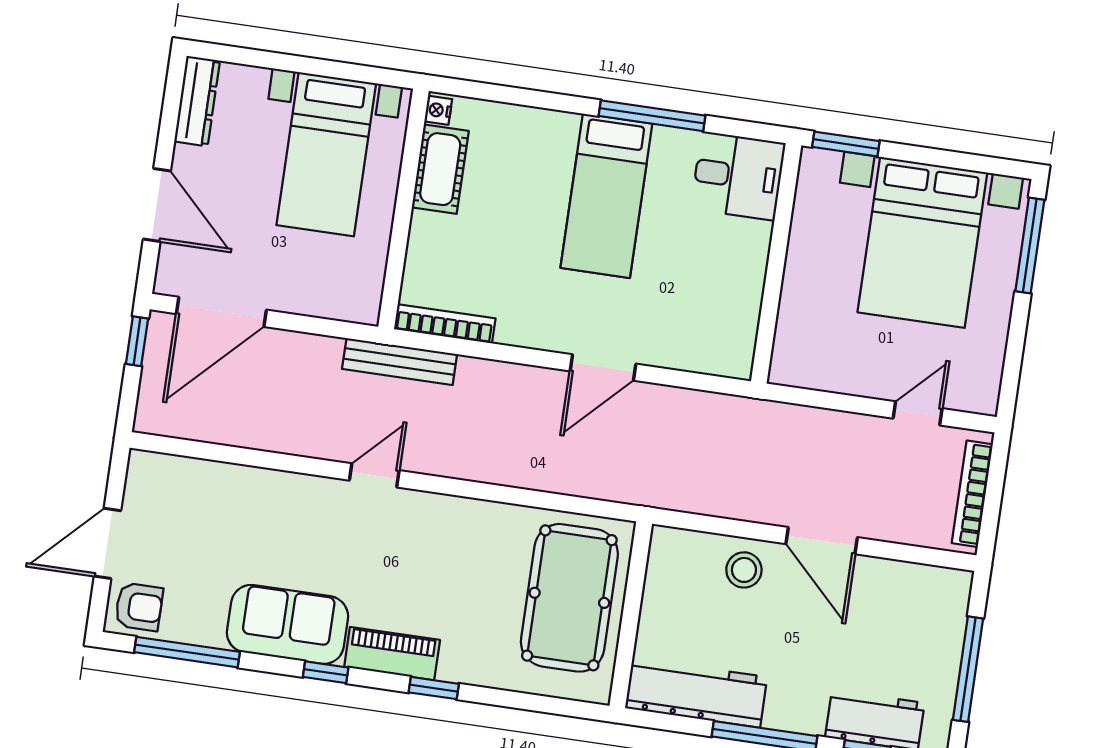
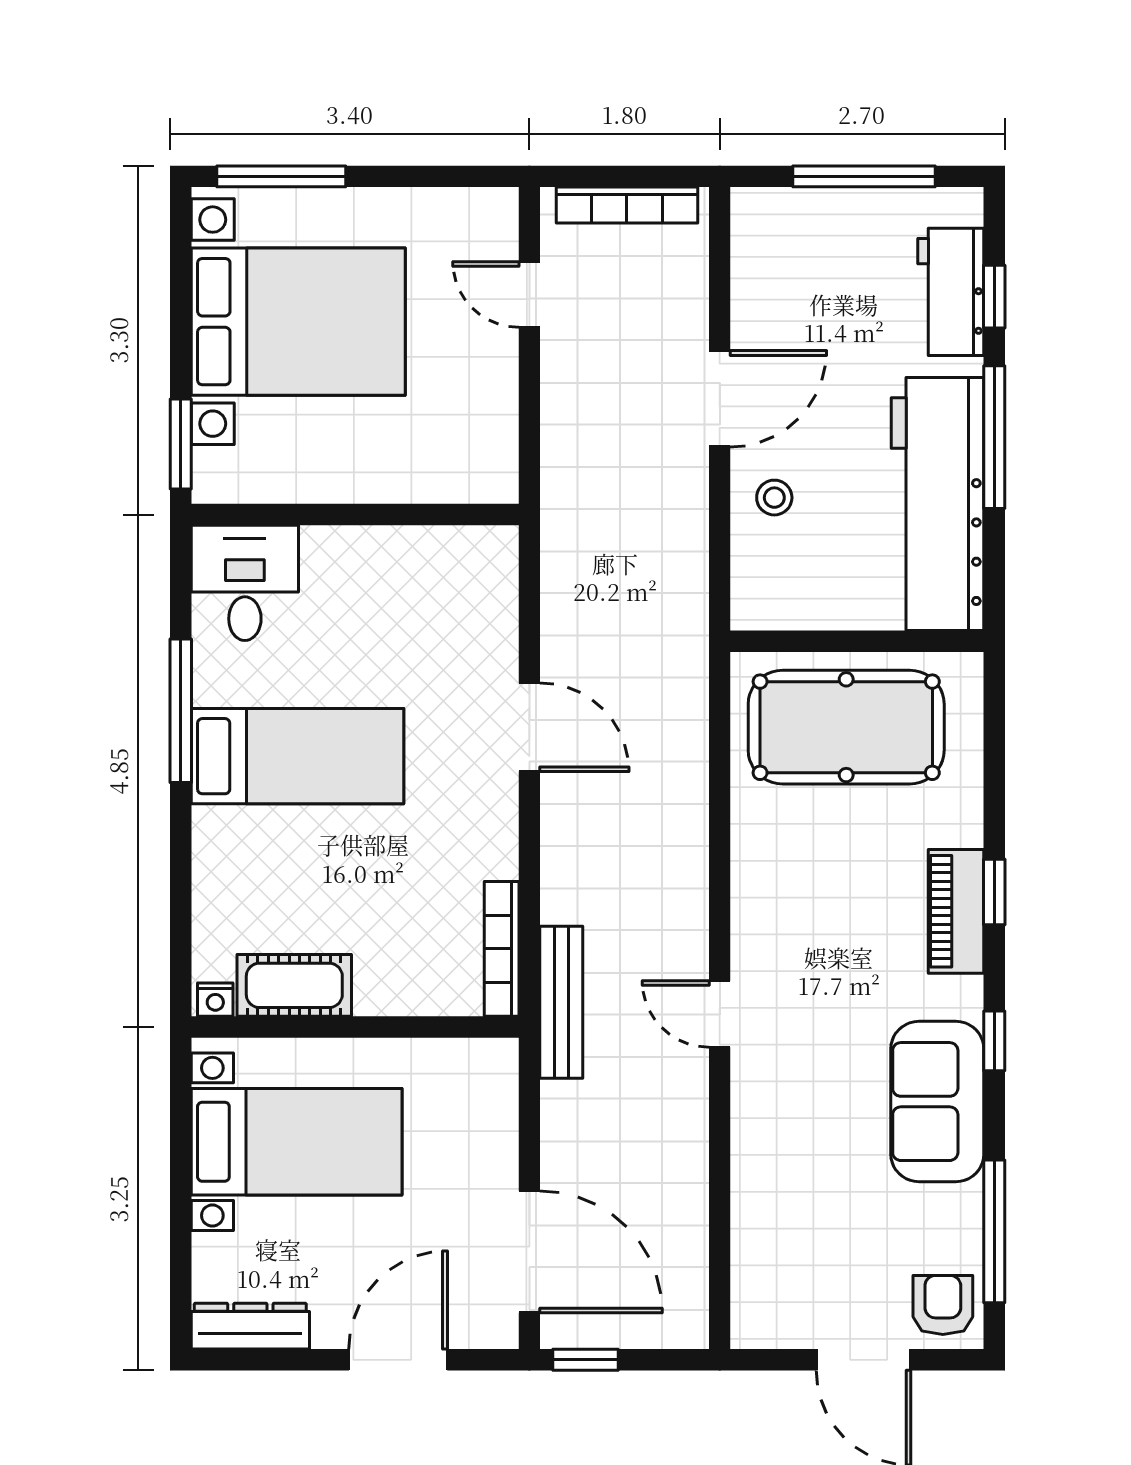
stool: (744, 570) -> (774, 498), width x0.73, depth x0.73
piano: (392, 654) -> (956, 911), moved
workbench: (696, 693) -> (938, 504), width x1.36, depth x1.32

